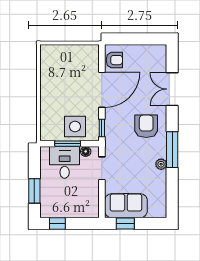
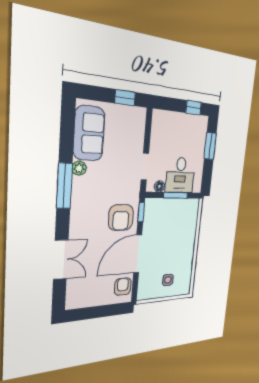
armchair: (114, 60) -> (123, 287), turned 90
armchair: (146, 126) -> (121, 218), moved
side table: (75, 127) -> (168, 280), moved, width x0.54, depth x0.54
sofa: (126, 206) -> (89, 133), moved, turned -90

